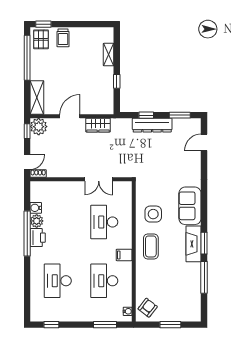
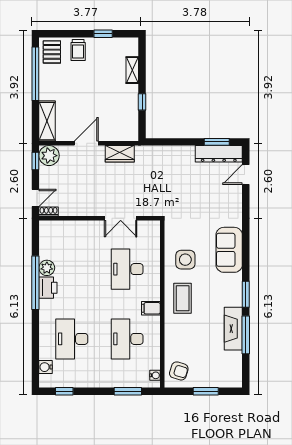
window: (43, 24) -> (103, 34), moved
window: (146, 115) -> (177, 142), removed
dresser: (152, 125) -> (219, 154), moved
water cooler: (36, 208) -> (46, 367), moved
fireplace: (194, 244) -> (233, 329), moved
armchair: (148, 308) -> (179, 371), turned 69

